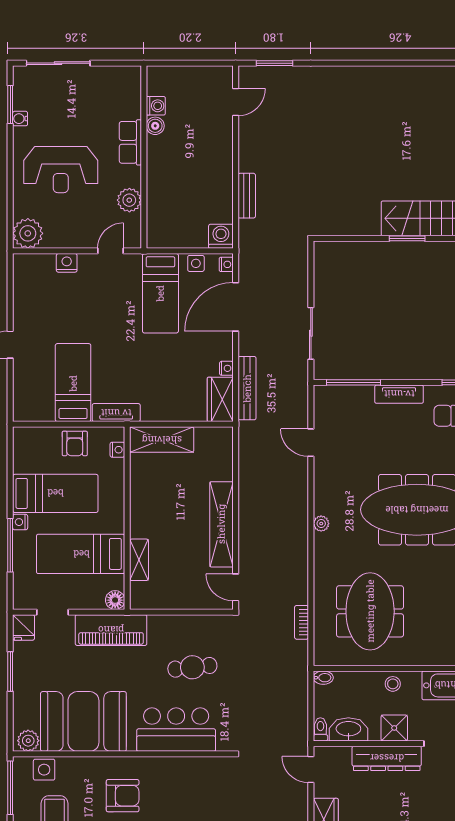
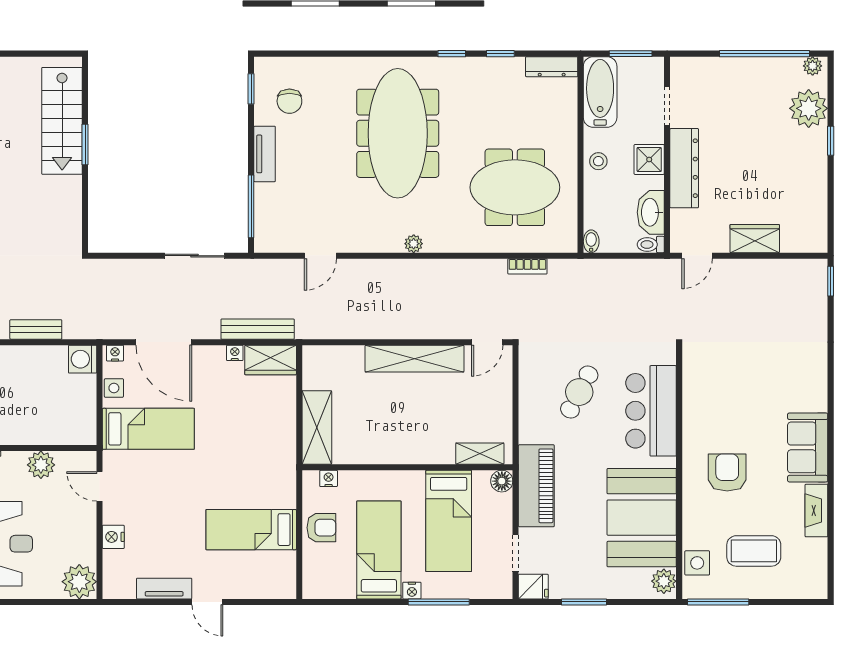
tv unit: (116, 413) -> (164, 589), moved, turned 90
shelving: (139, 560) -> (480, 454), moved
cafe table: (192, 667) -> (579, 392), turned 34

